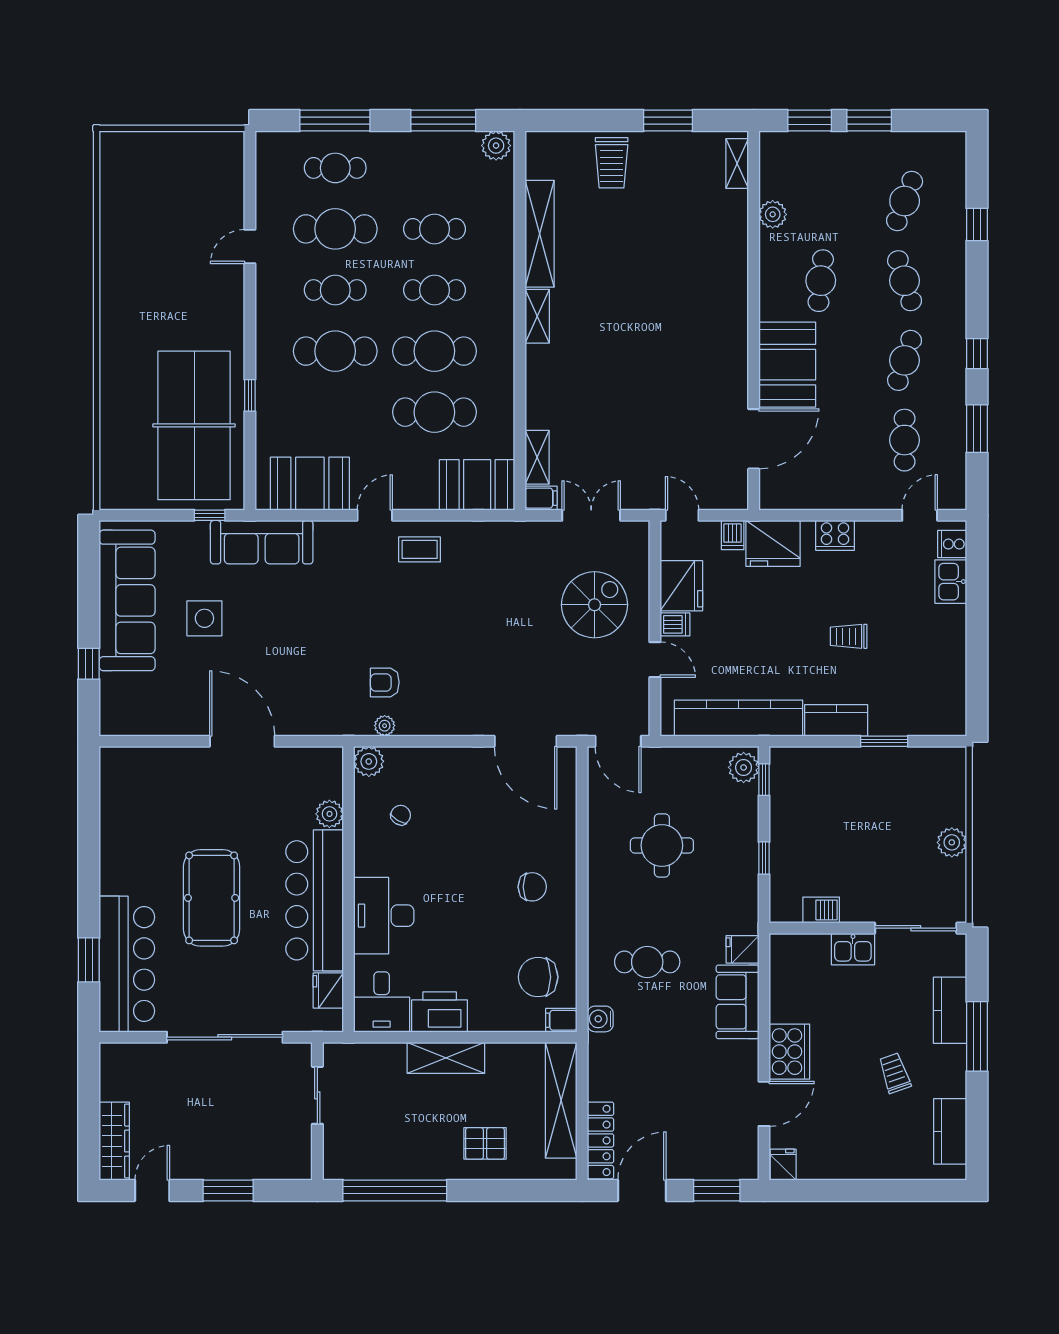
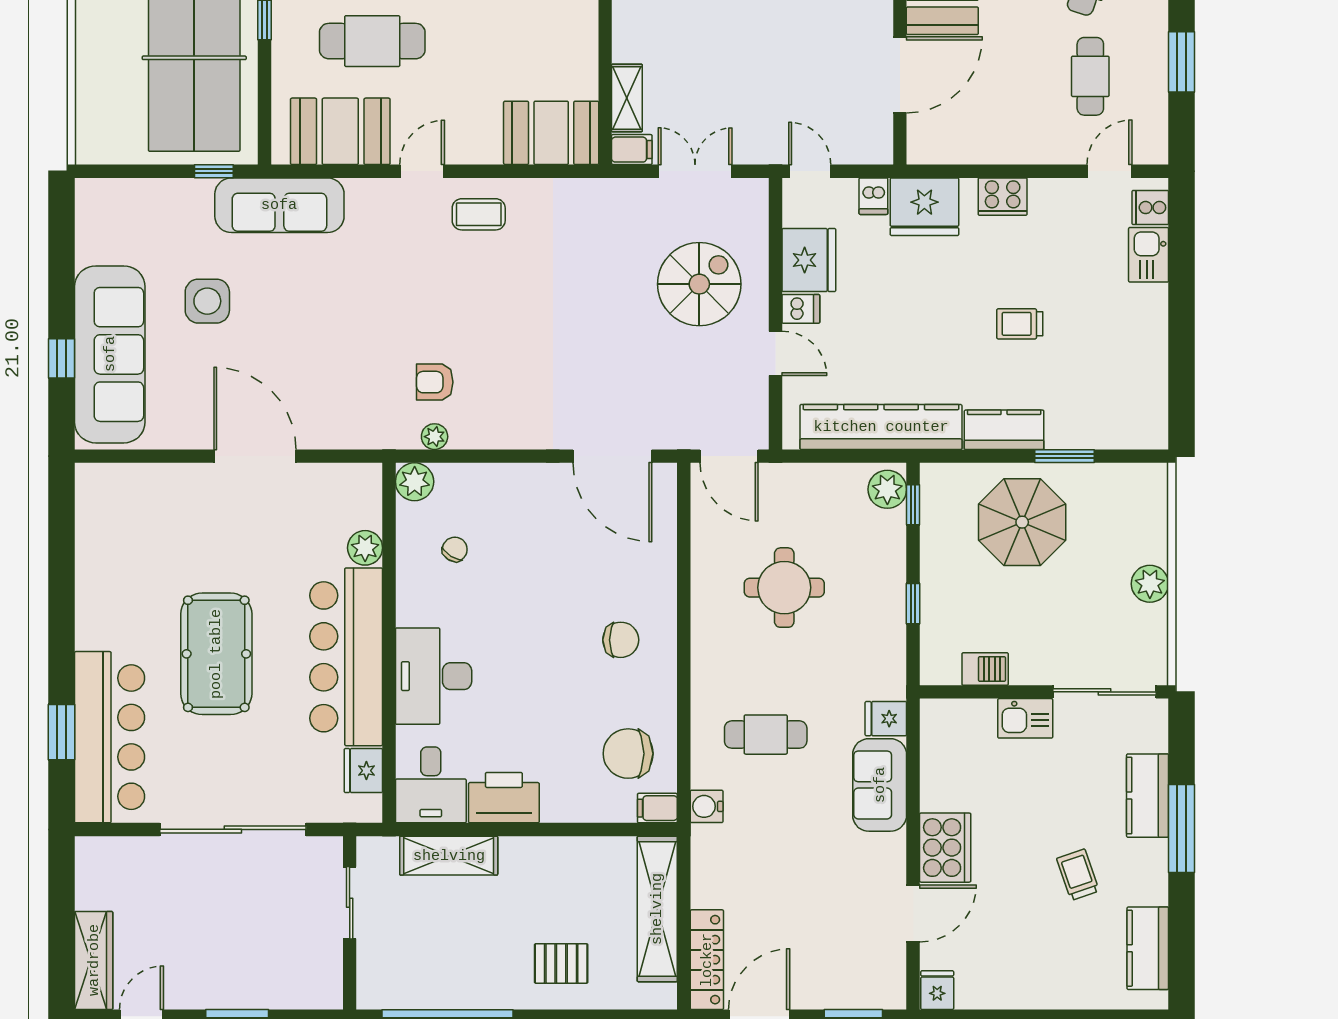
cafe table: (434, 412) -> (372, 41), moved
sofa: (127, 600) -> (110, 354), moved
parasol: (851, 794) -> (1022, 522), added
shelving: (446, 1058) -> (449, 856), moved

